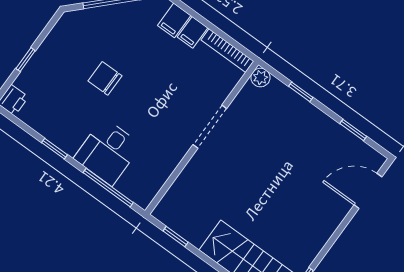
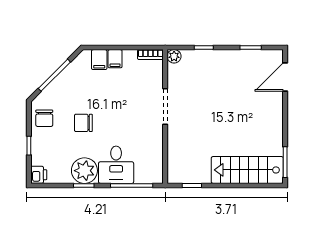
chair: (65, 41) -> (44, 118), added
bookcase: (227, 51) -> (150, 55), width x0.64
plant: (67, 133) -> (84, 171), added

